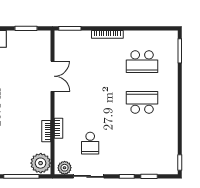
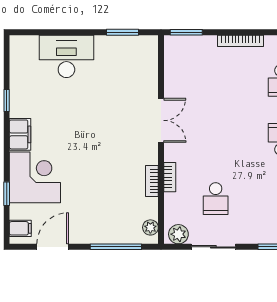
double door: (53, 76) -> (161, 120), moved
plant: (41, 163) -> (150, 227), width x0.53, depth x0.53

